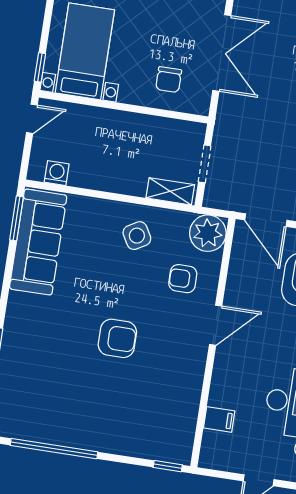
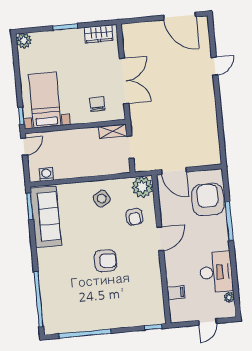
chair: (169, 80) -> (97, 104), turned 180
shelving: (170, 191) -> (113, 131), moved
armchair: (183, 279) -> (134, 217), turned -95

